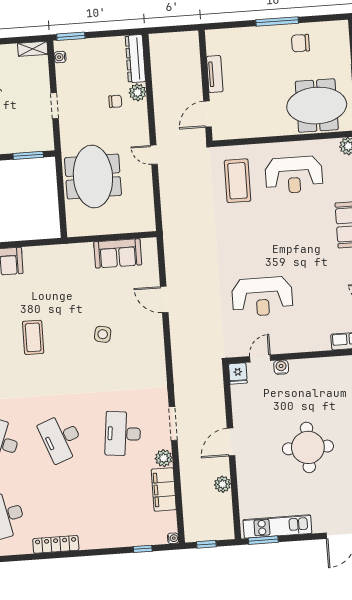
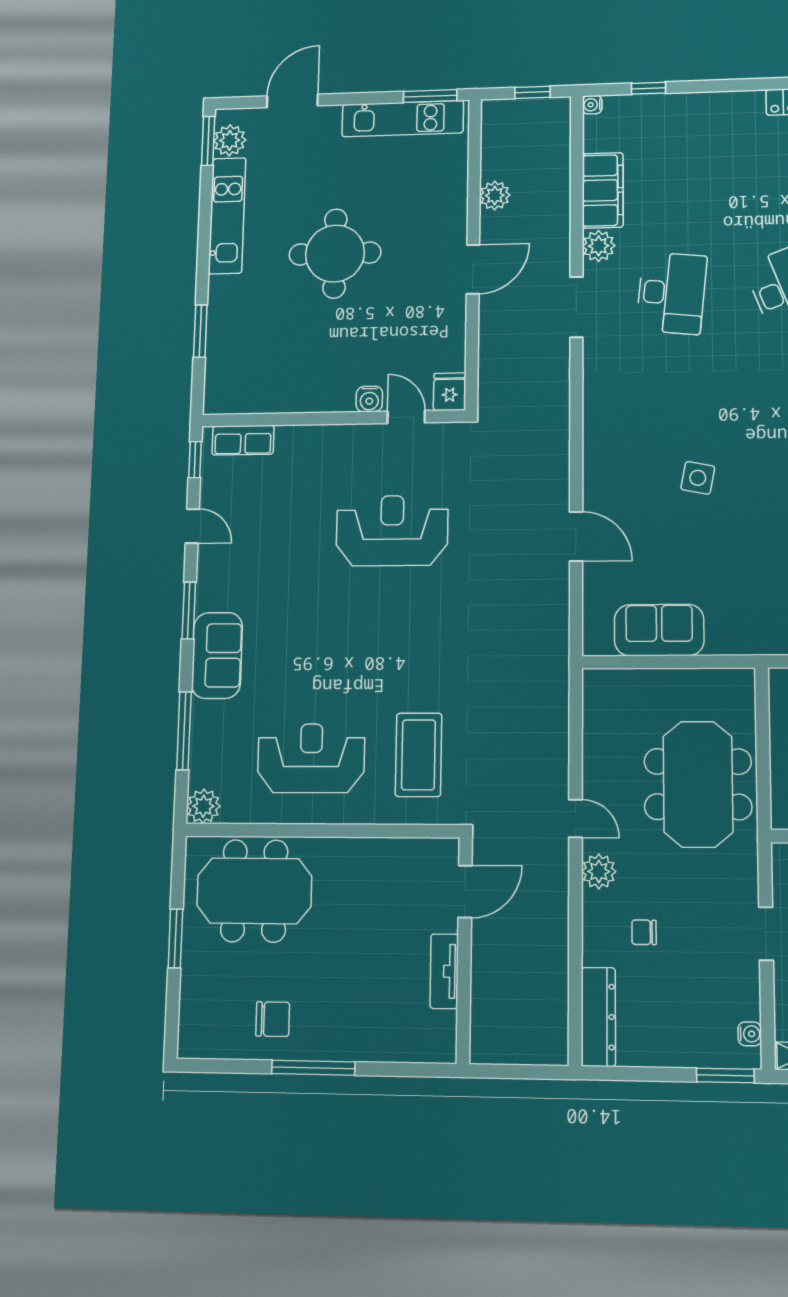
plant: (138, 92) -> (599, 871), moved
door: (260, 358) -> (406, 417), swing flipped

